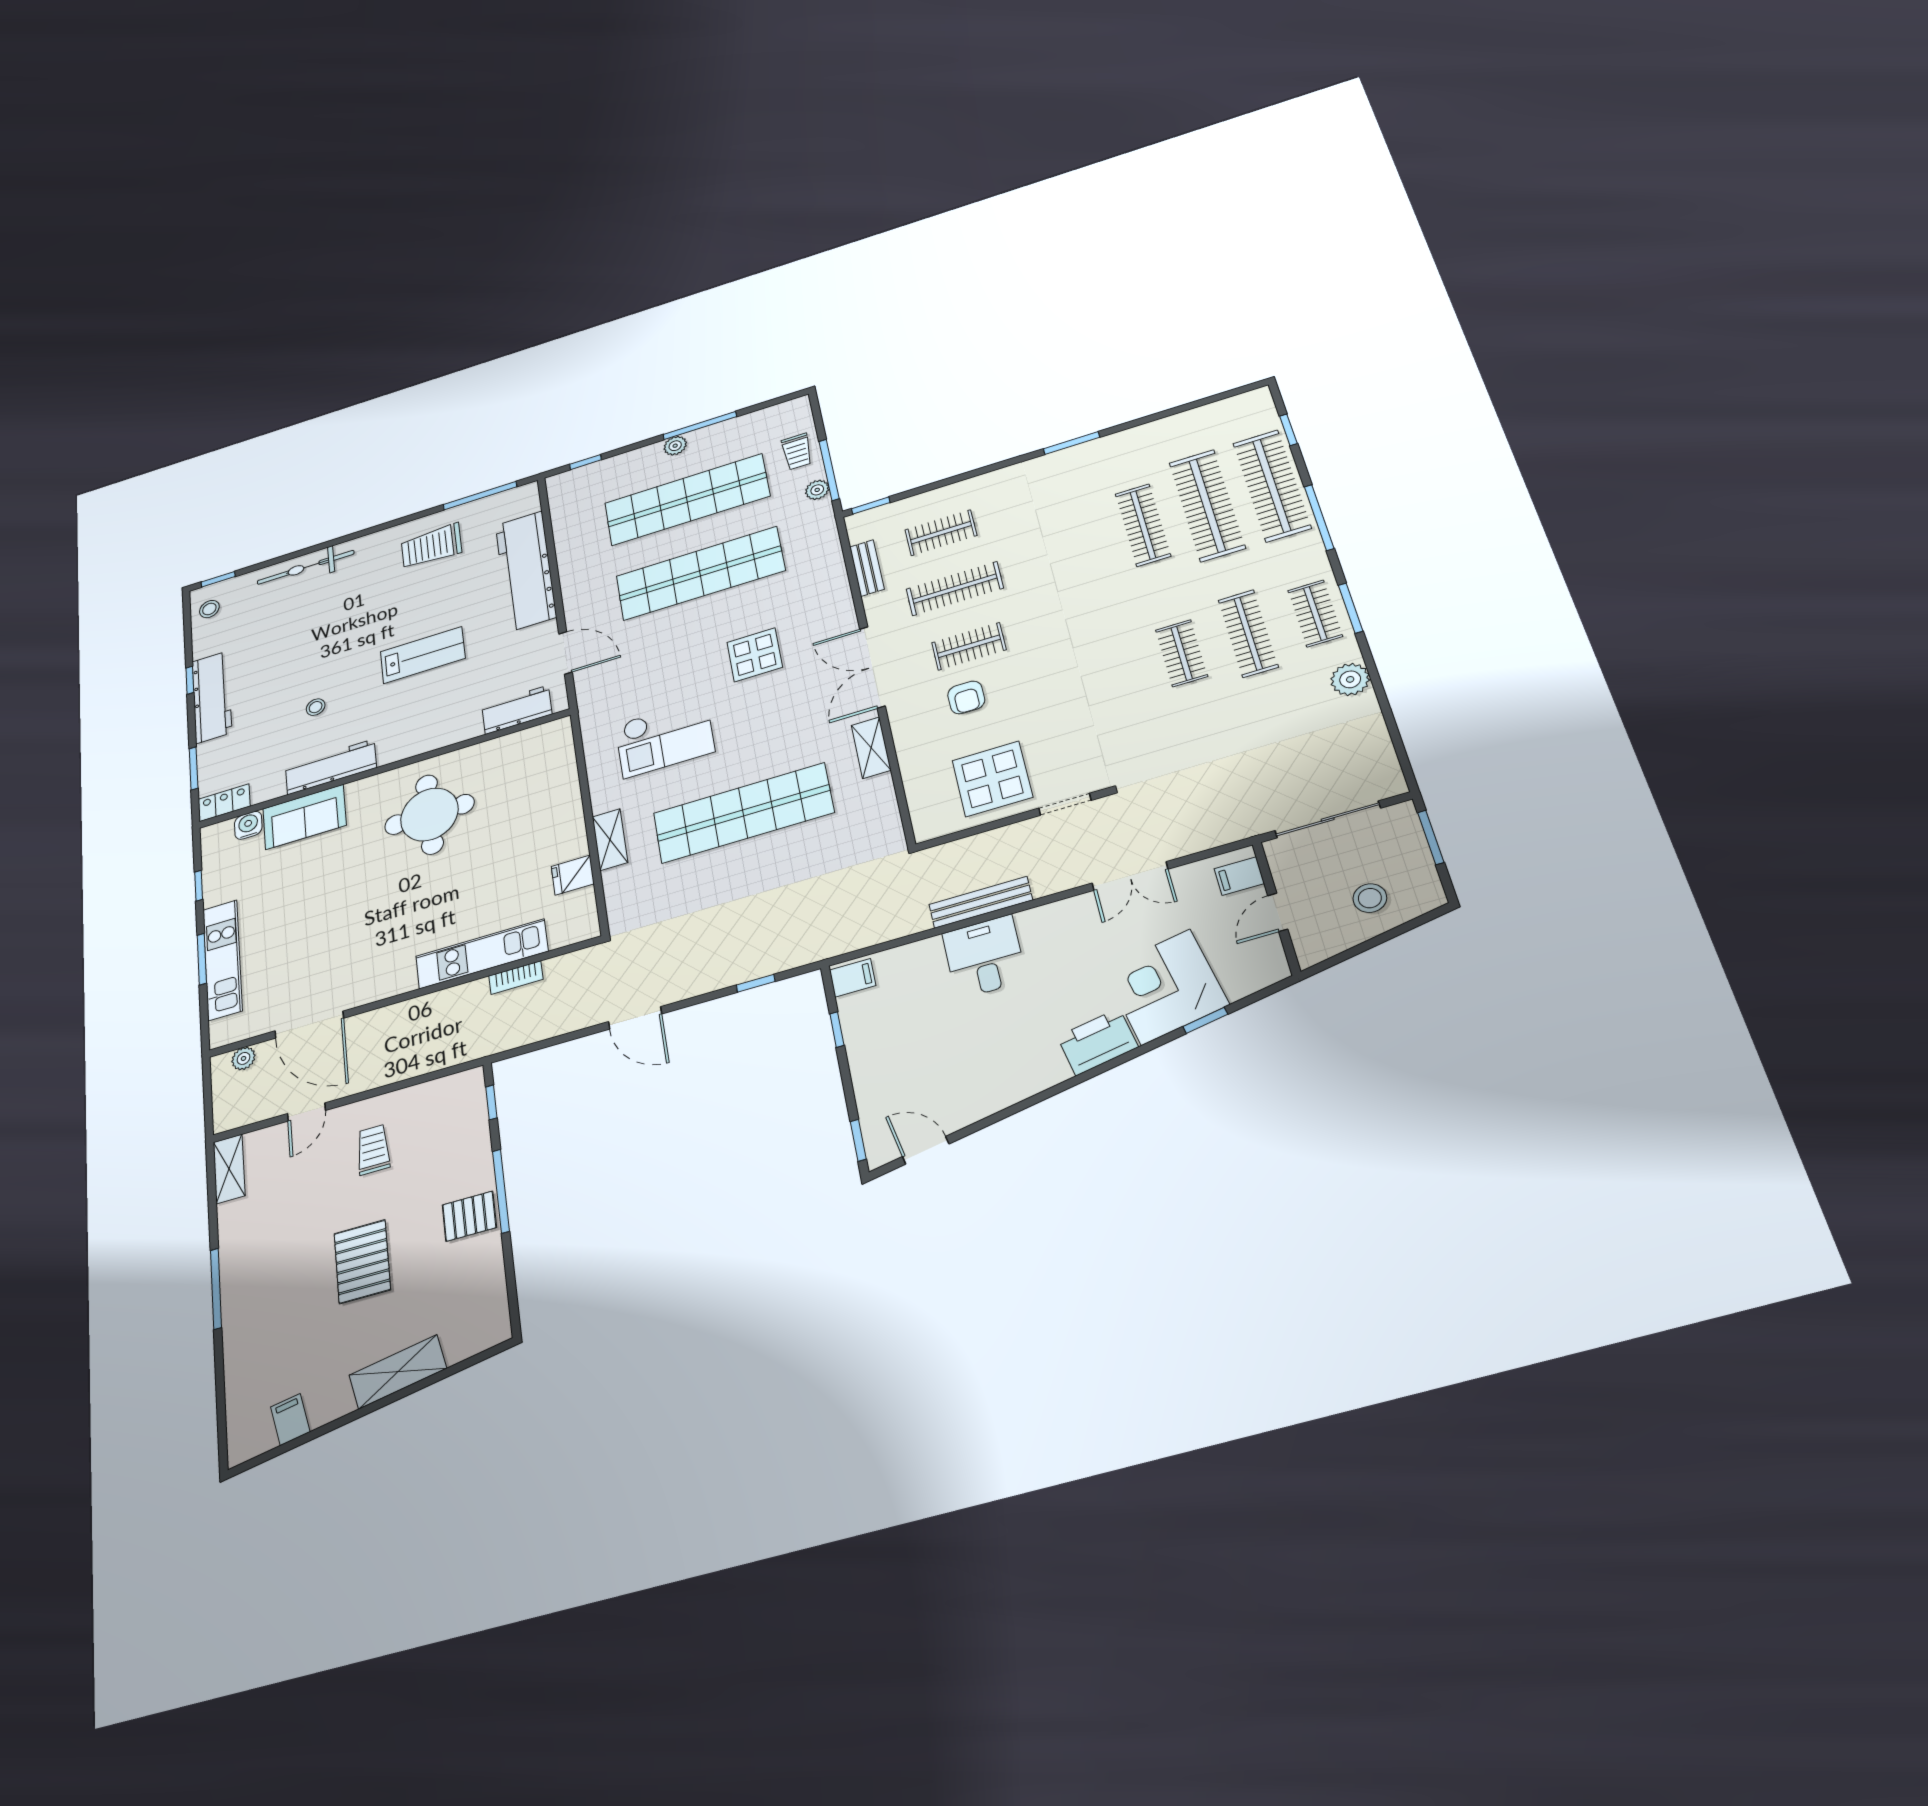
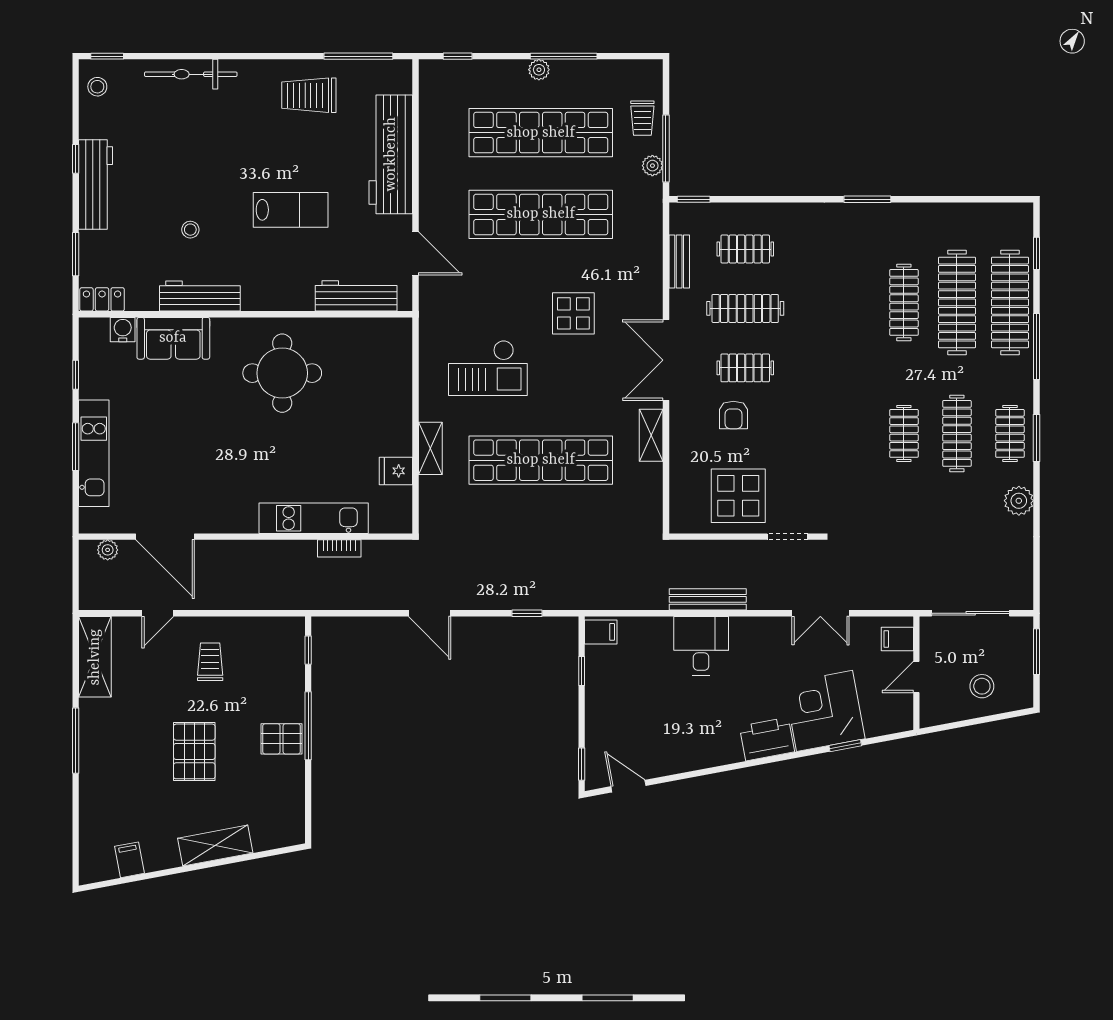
workbench: (517, 710) -> (356, 296), width x1.38
shelving: (229, 1169) -> (95, 657), width x1.50, depth x1.33

